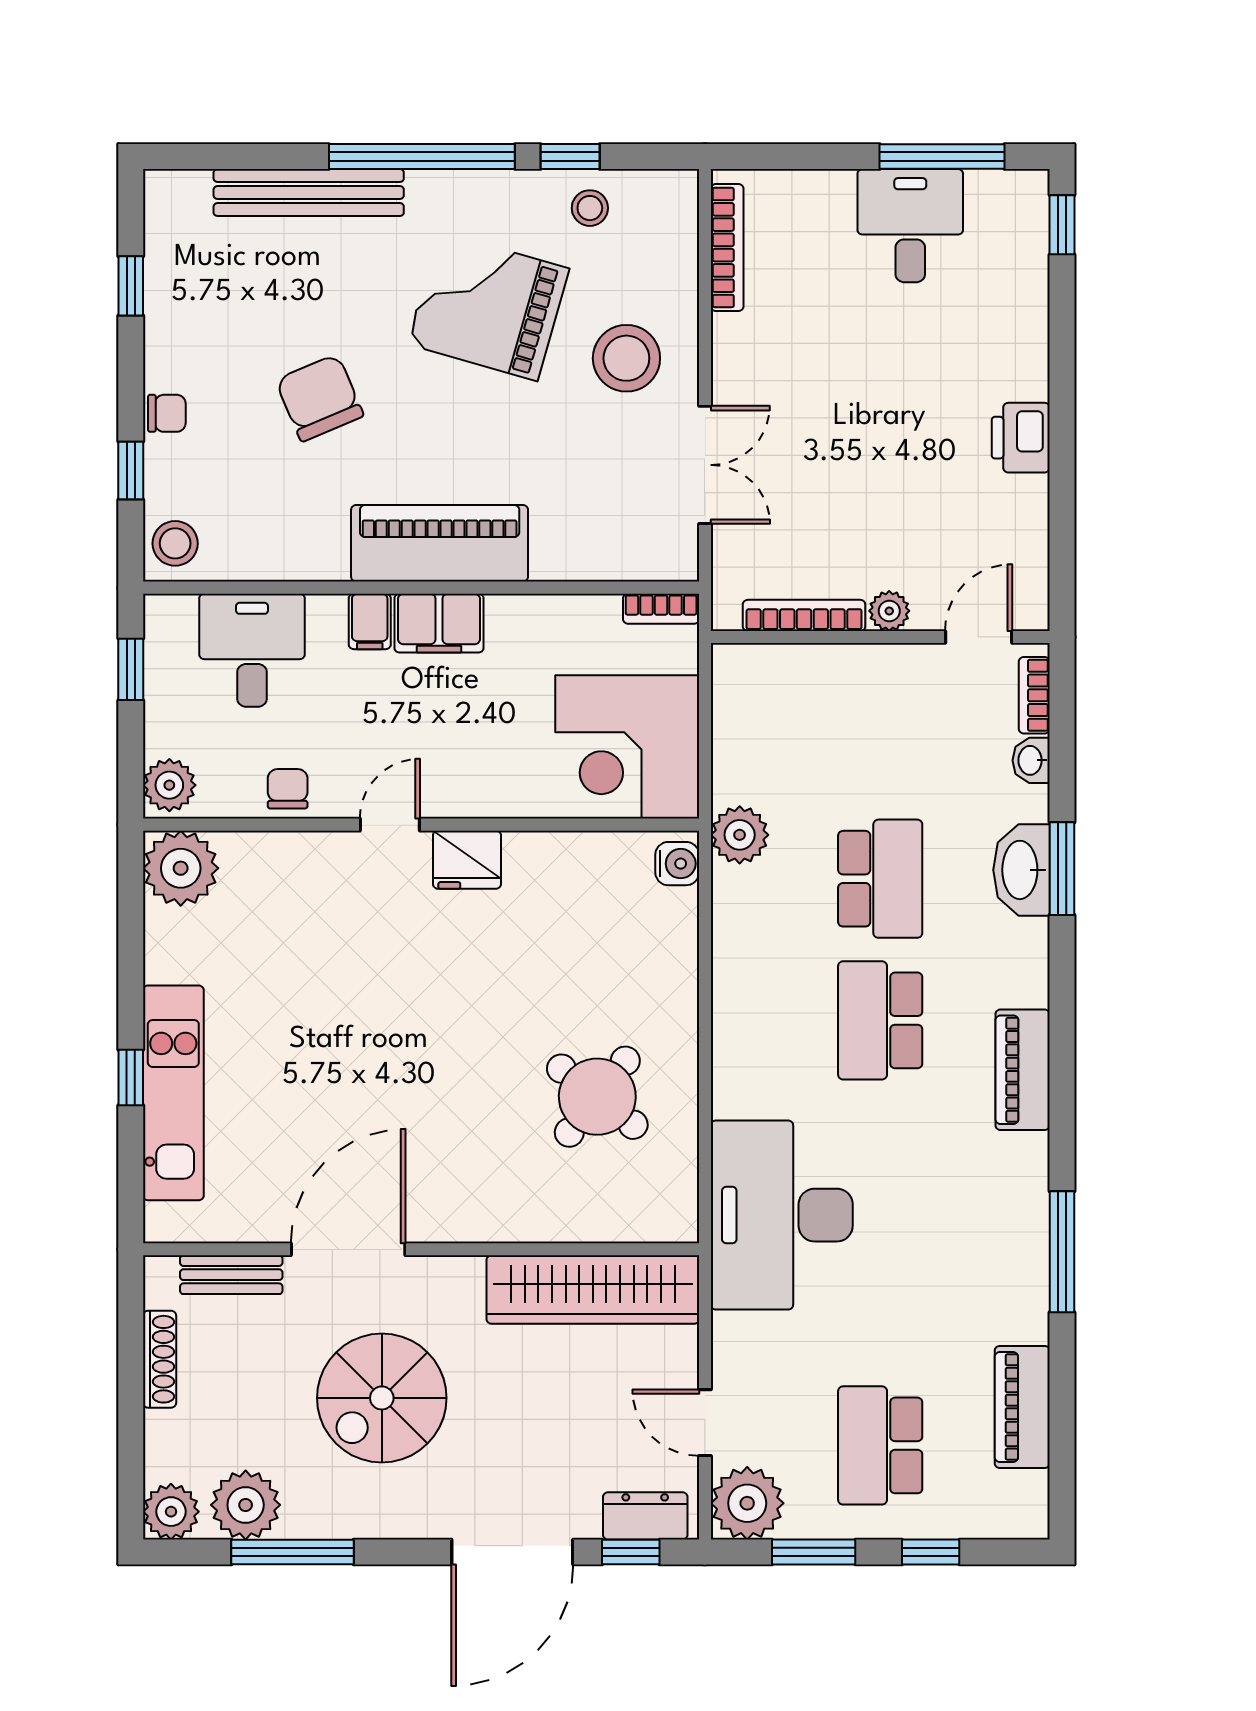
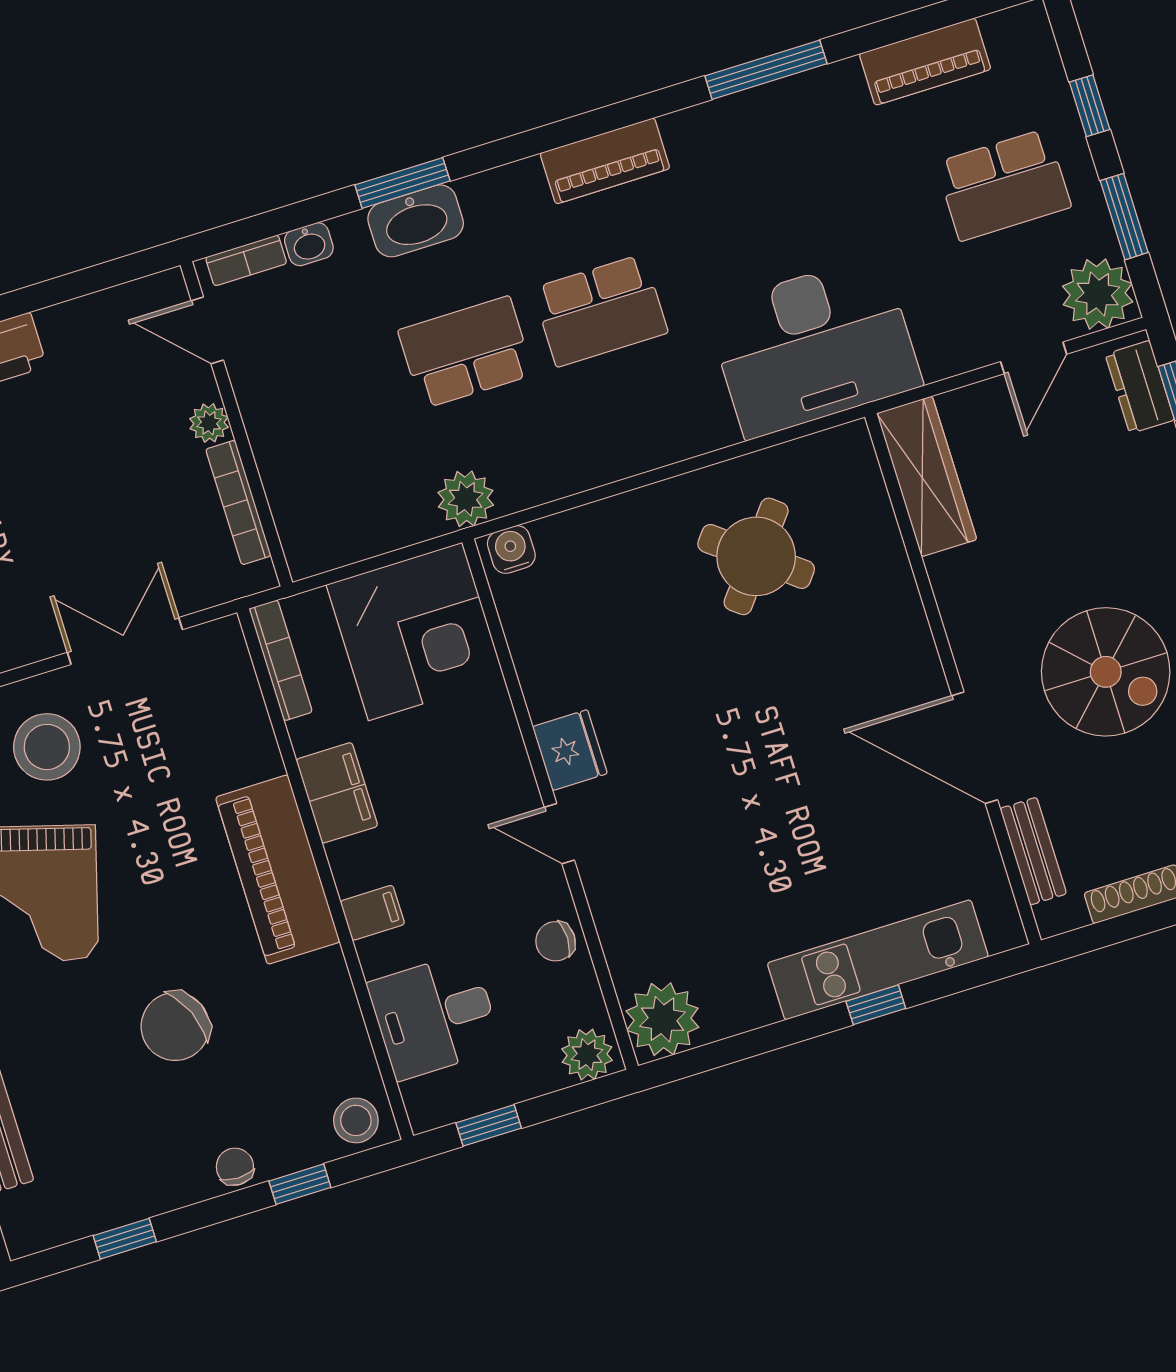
bookcase: (661, 609) -> (281, 660), width x1.56
filing cabinet: (439, 623) -> (337, 793), moved
wardrobe: (593, 1290) -> (927, 476), width x0.71, depth x0.85

